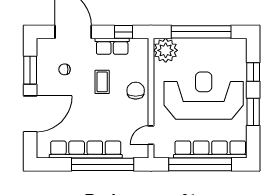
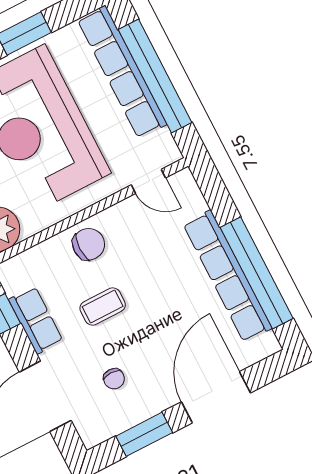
chair: (136, 91) -> (89, 244), turned 180
door: (30, 114) -> (216, 397), hinge flipped
window: (103, 164) -> (257, 273), moved

